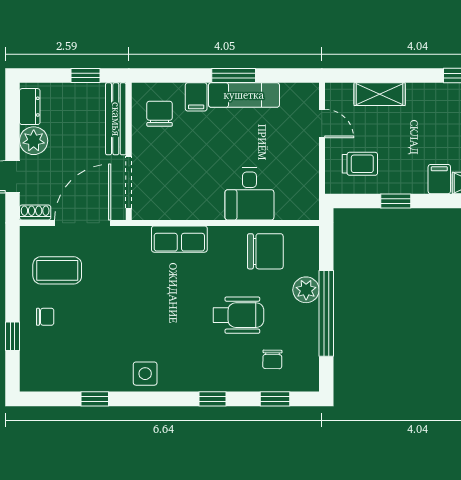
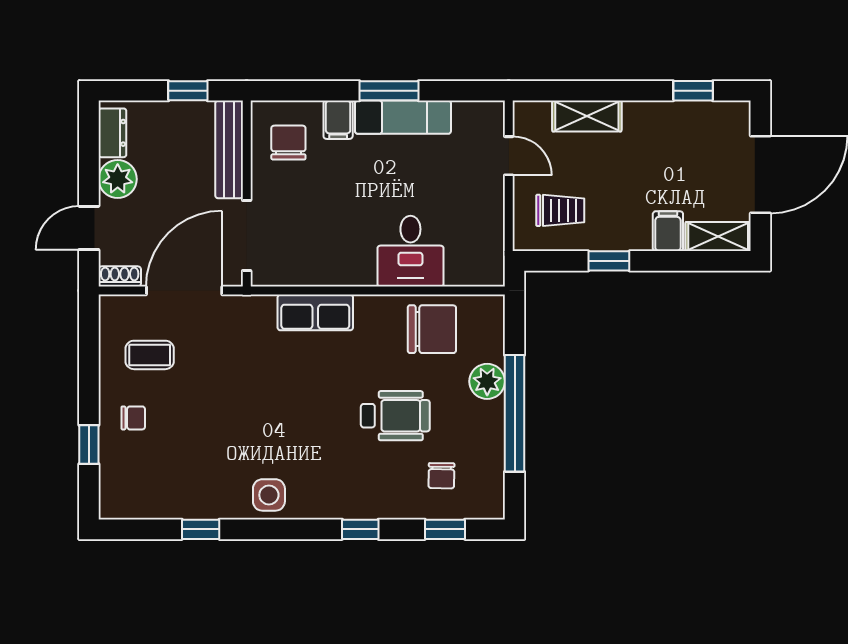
coffee table: (57, 270) -> (150, 355), width x0.73, depth x0.77

